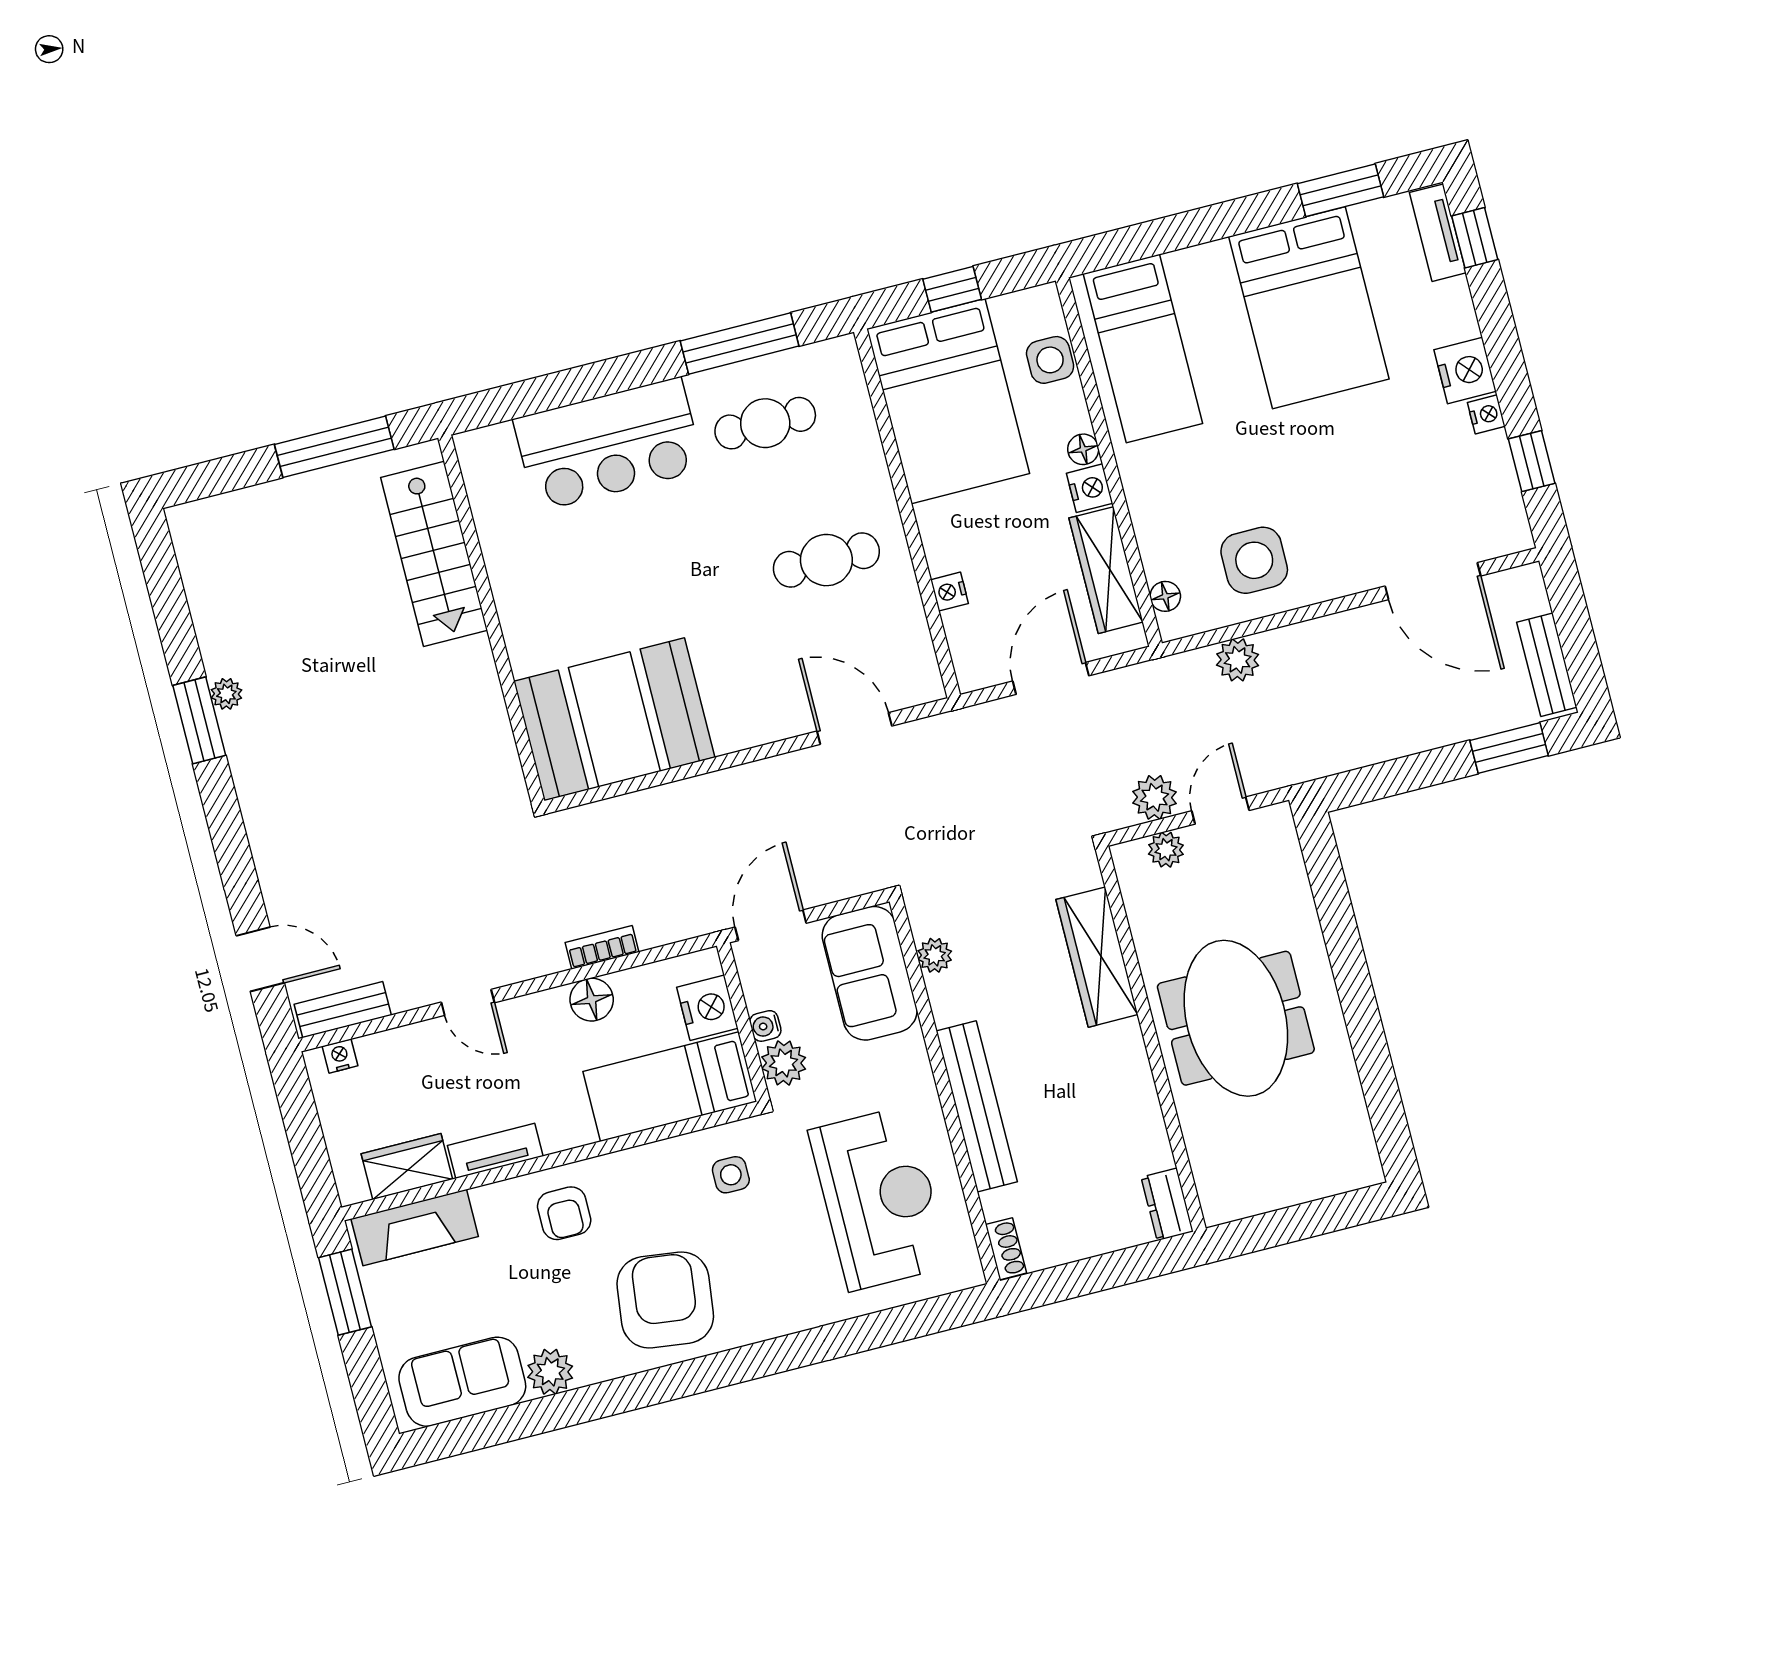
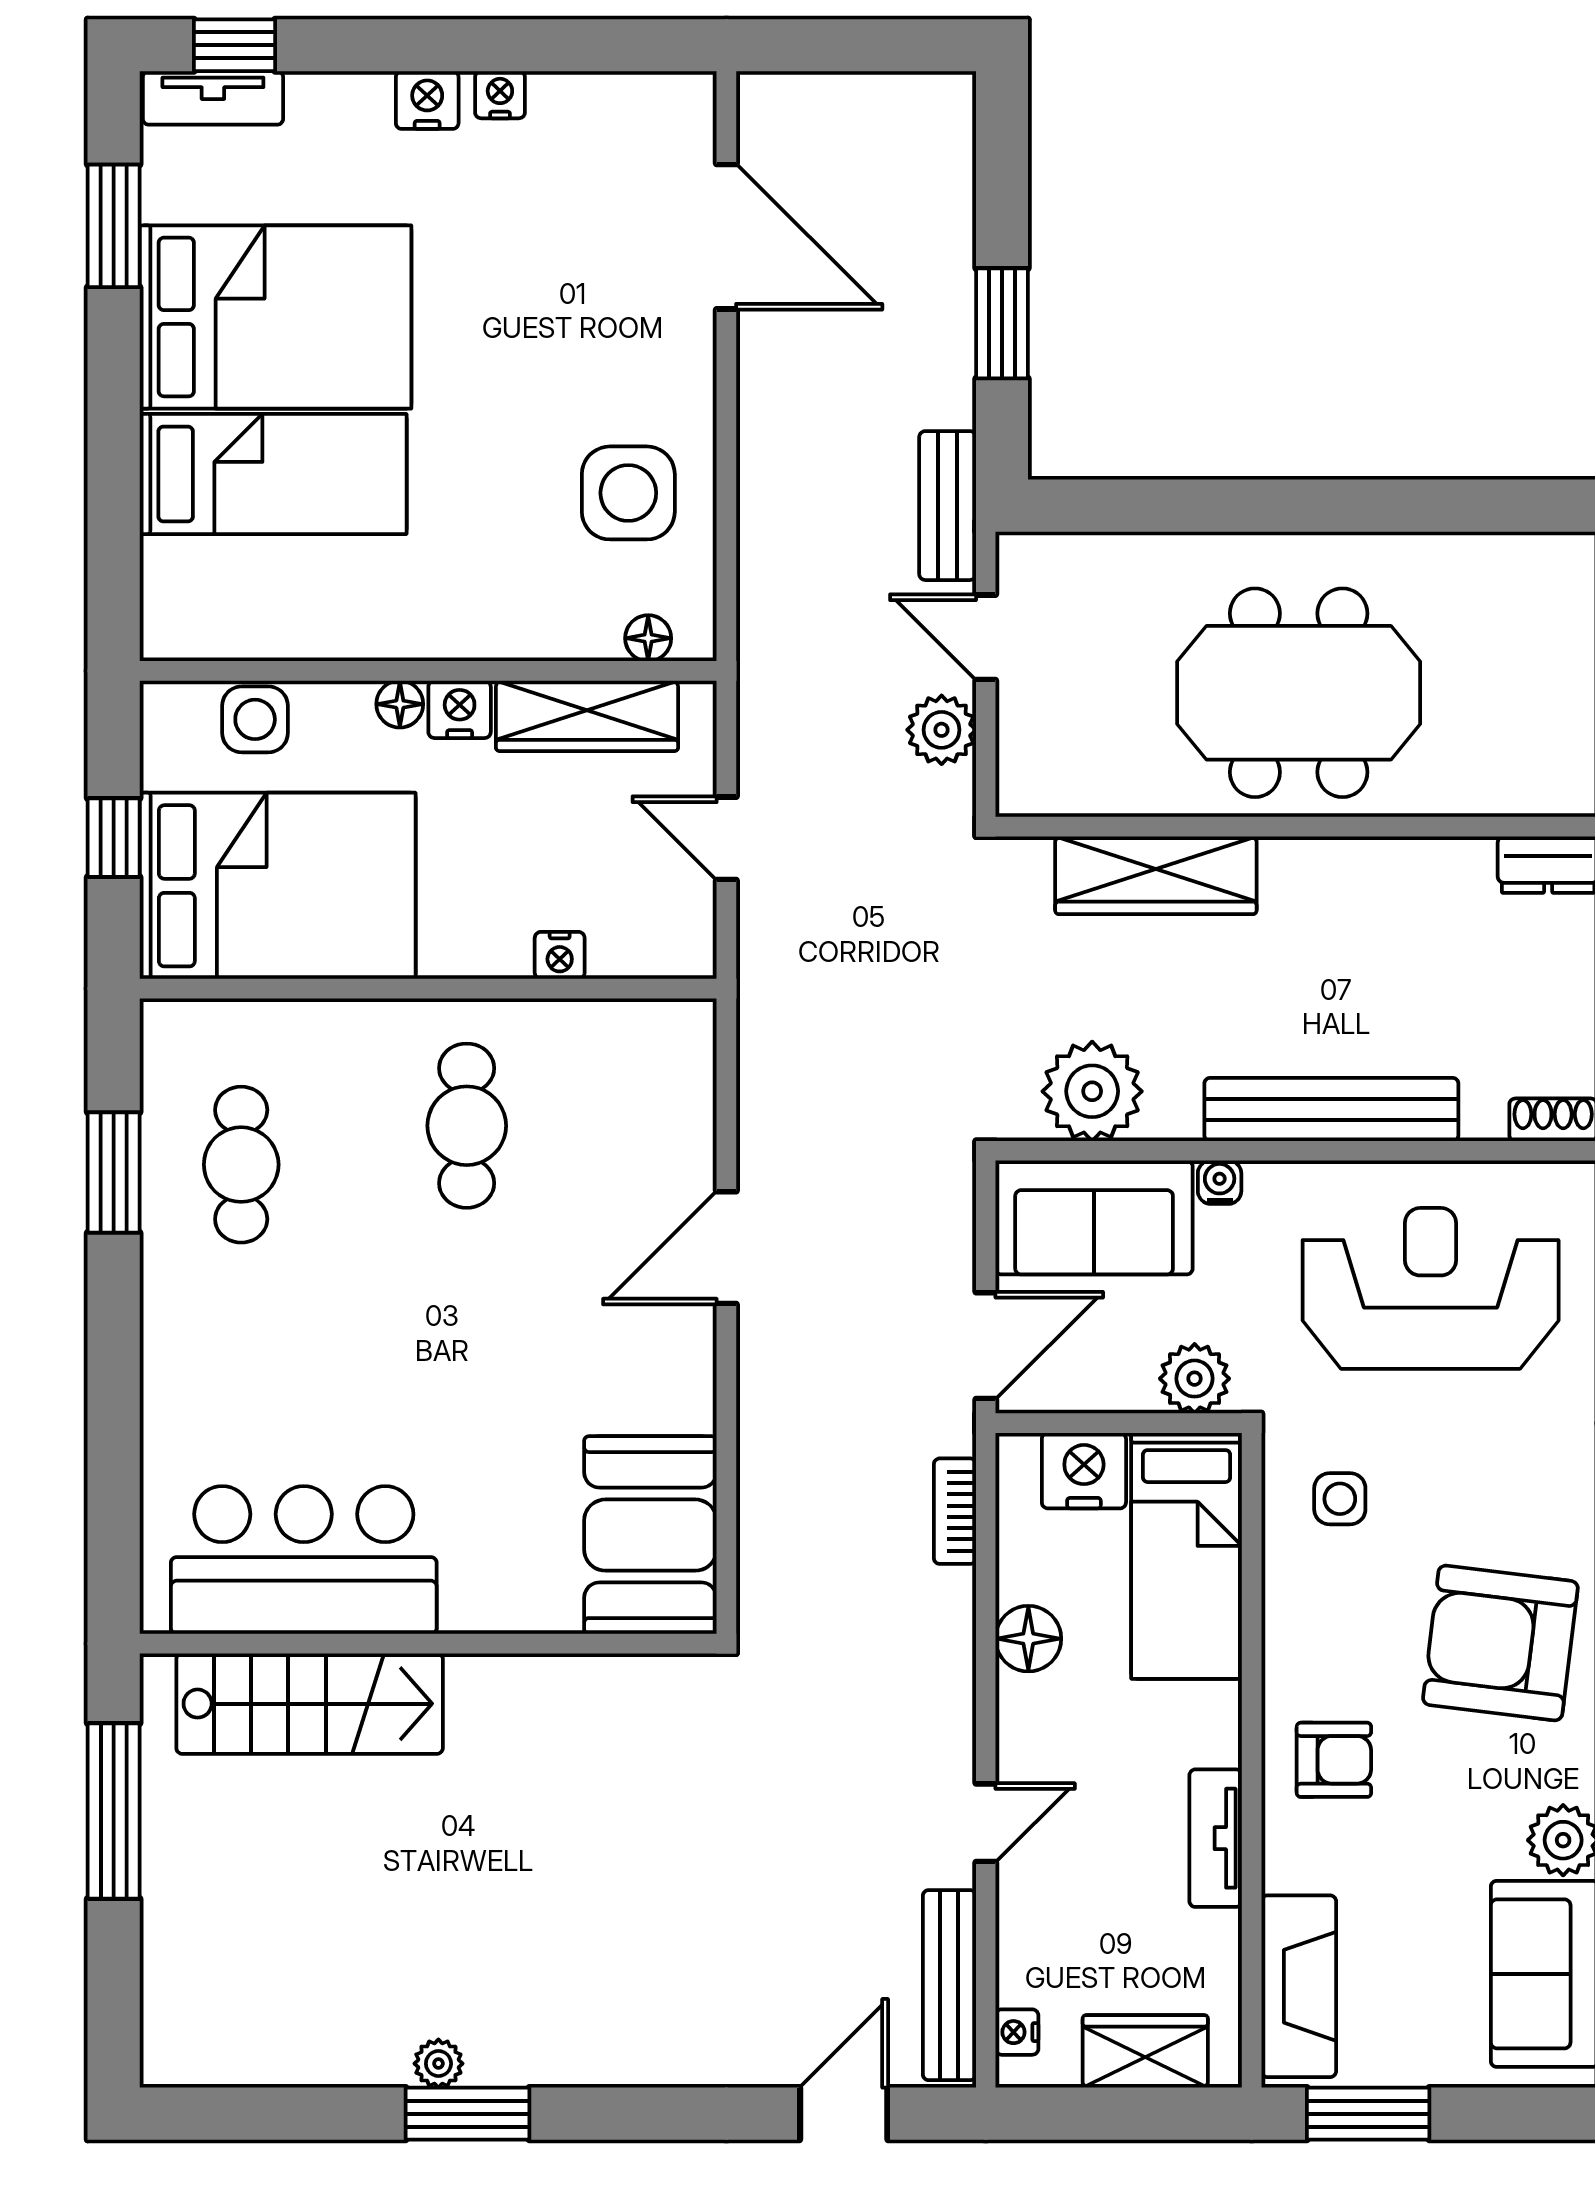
window: (740, 343) -> (114, 1172), width x0.69
bed: (1143, 348) -> (273, 474), moved
nightstand: (1465, 371) -> (427, 100), width x0.74, depth x0.75
bar counter: (609, 444) -> (304, 1560), moved, turned -90
window: (1532, 461) -> (586, 45), removed
door: (1433, 581) -> (726, 237), hinge flipped
plant: (1238, 660) -> (769, 555), removed
bench: (1547, 665) -> (948, 506), moved, turned 90
door: (1051, 678) -> (726, 838), width x0.73
booth: (614, 719) -> (650, 1535), width x0.73, depth x0.70
door: (854, 729) -> (726, 1248), moved
window: (1509, 748) -> (1002, 323), moved
plant: (1166, 850) -> (1023, 733), removed
door: (771, 925) -> (986, 1346), swing flipped
bookcase: (602, 947) -> (955, 1511), moved
plant: (935, 955) -> (1092, 1091), width x1.88, depth x1.88
bench: (343, 1010) -> (949, 1985), width x1.36
water cooler: (765, 1026) -> (1220, 1182), moved, turned 180
wardrobe: (407, 1167) -> (1145, 2051), moved, turned 90

